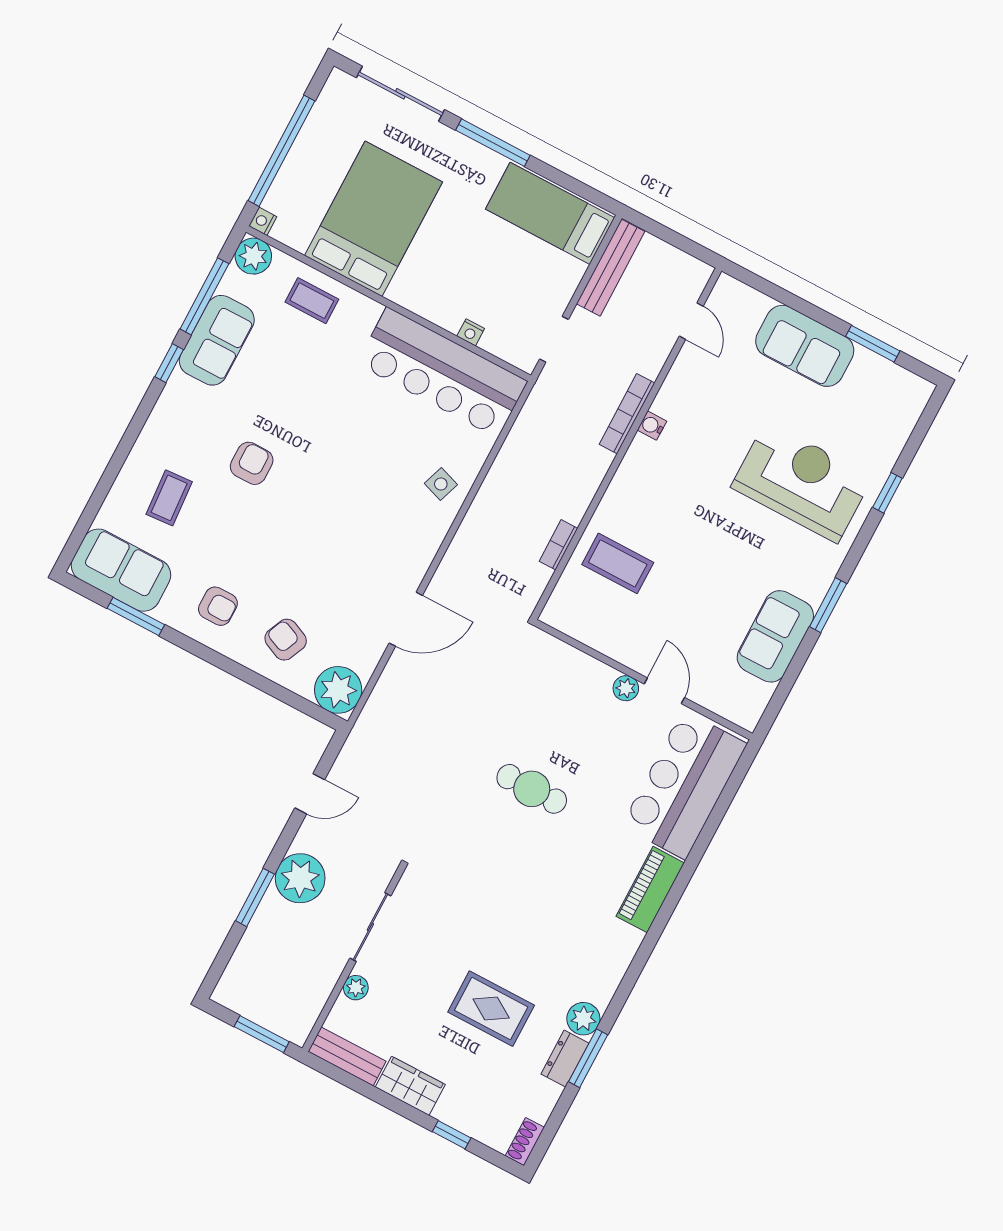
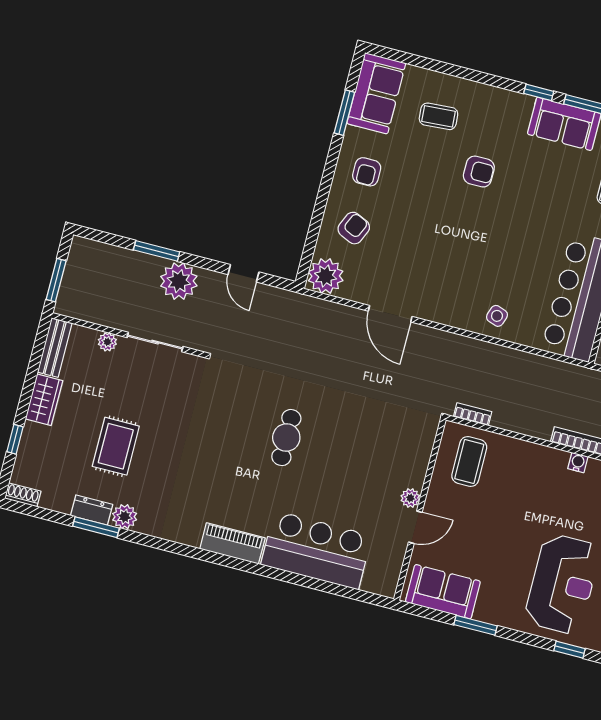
wall: (643, 680) -> (420, 509), moved
plant: (626, 688) -> (410, 498), moved
door: (664, 691) -> (415, 527), moved

